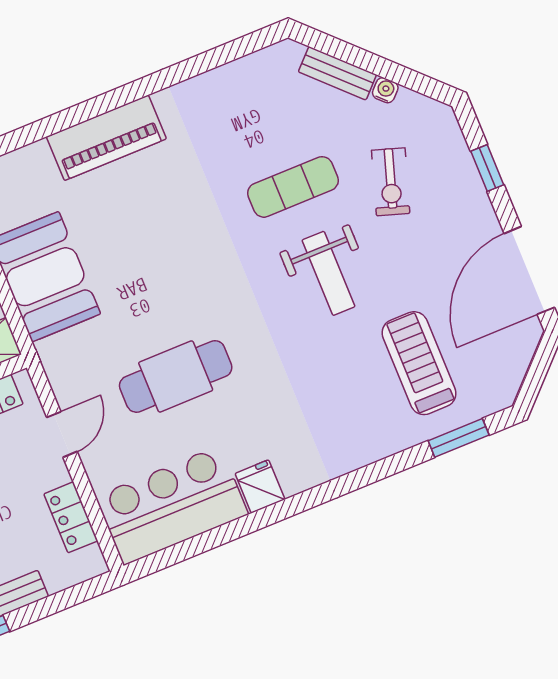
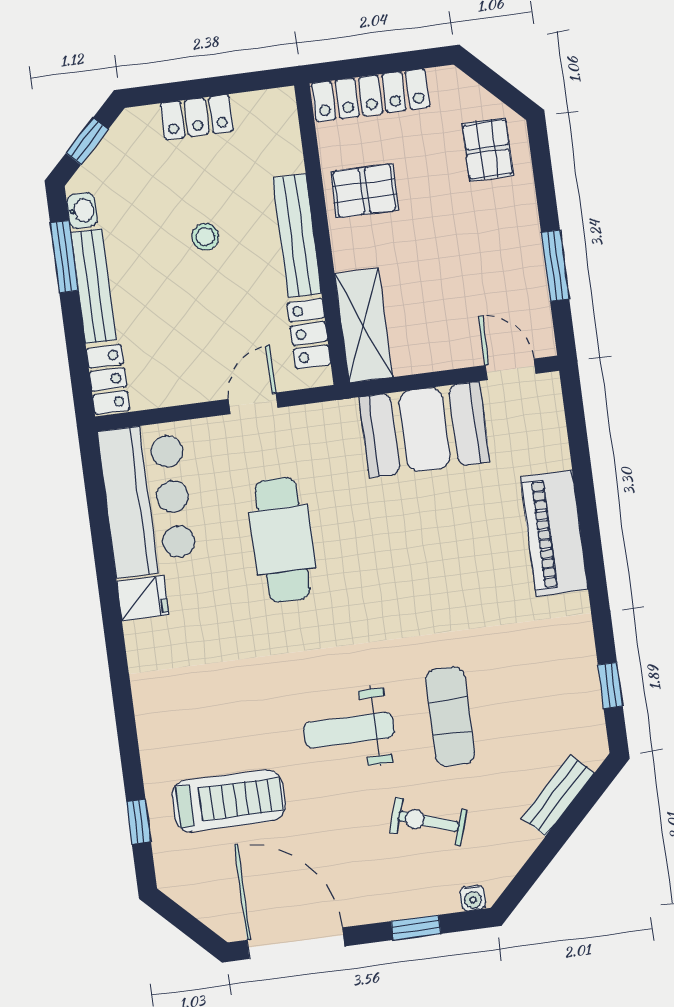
window: (228, 53) -> (610, 685), added
water cooler: (385, 90) -> (473, 898), moved, turned 45
door: (62, 434) -> (253, 403), swing flipped
window: (459, 438) -> (139, 822), width x0.67
locker: (71, 517) -> (108, 379), moved, turned 90

